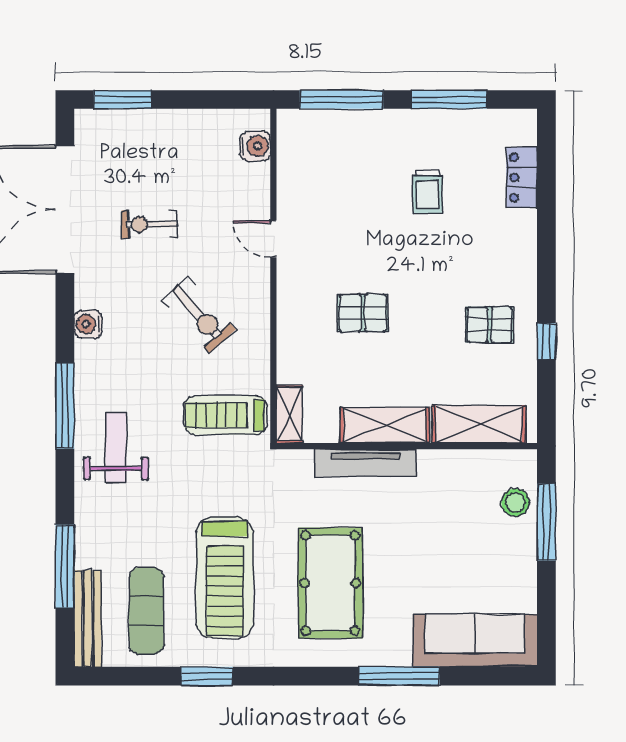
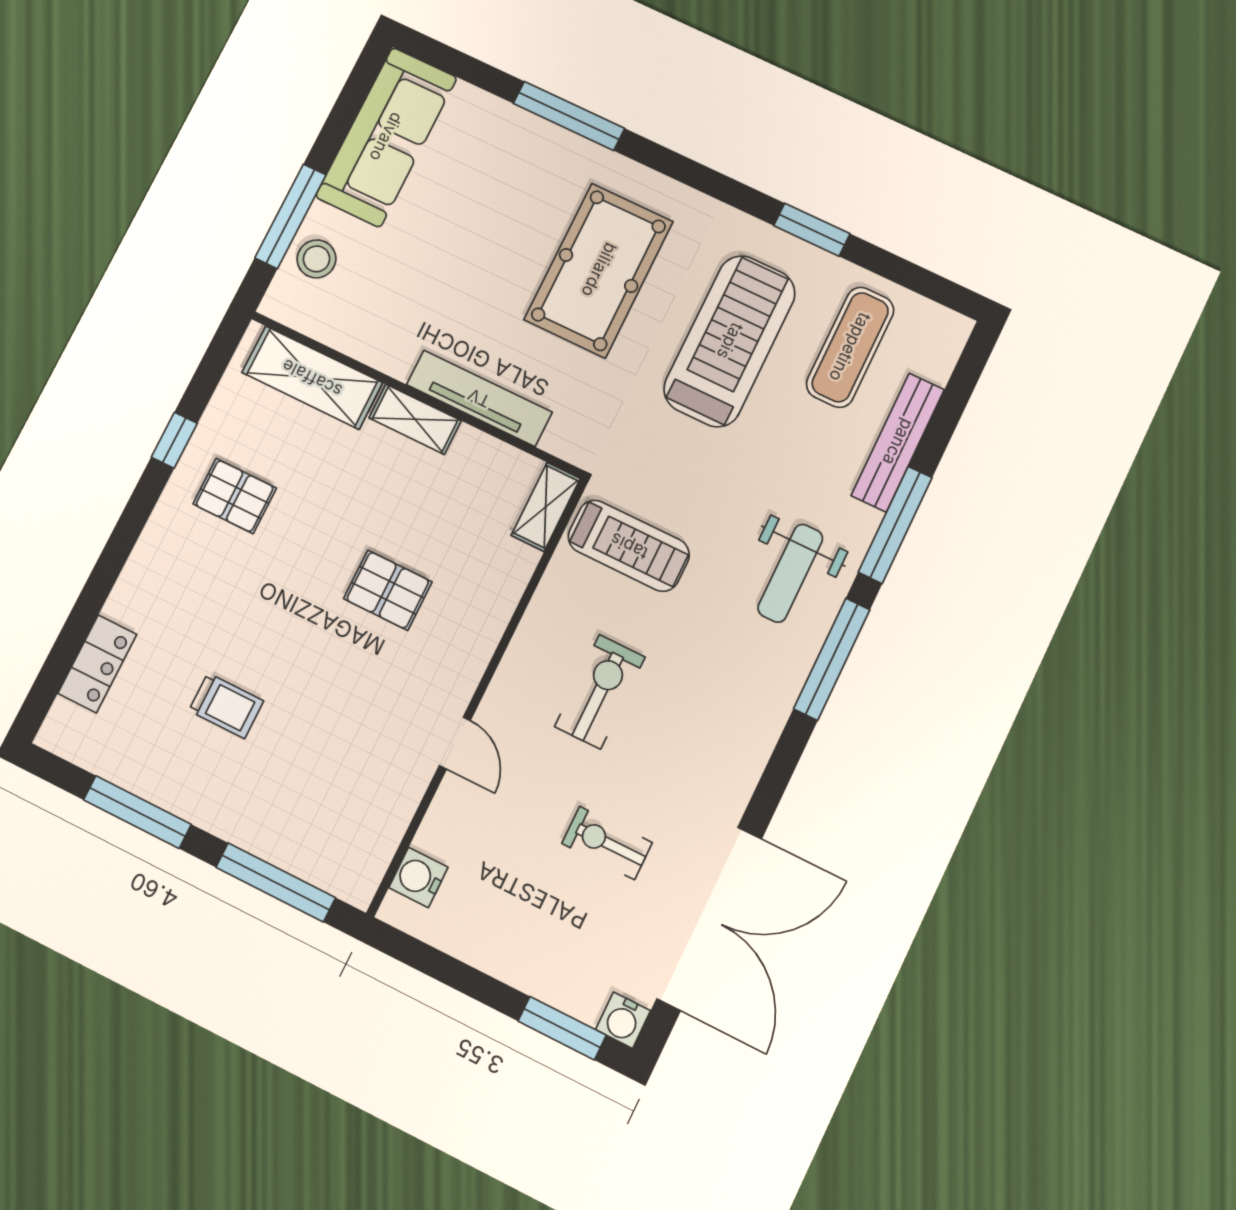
trolley: (427, 192) -> (226, 706), turned 90
exercise bike: (149, 224) -> (607, 843), turned 180
exercise bike: (199, 315) -> (600, 692), turned 42
water cooler: (88, 324) -> (623, 1020), moved, turned 90
shelving: (385, 425) -> (415, 419), width x0.67, depth x0.75
window: (65, 566) -> (895, 525), moved
bench: (88, 618) -> (898, 442), moved
sofa: (475, 640) -> (386, 137), moved, turned -90

